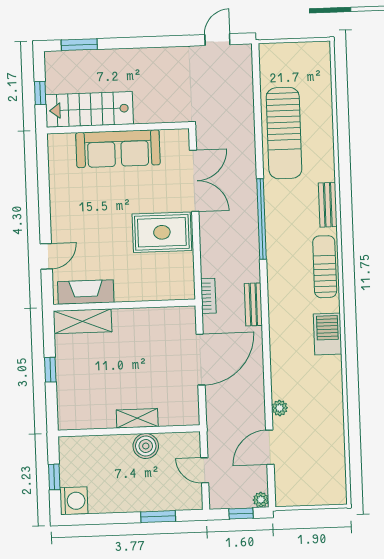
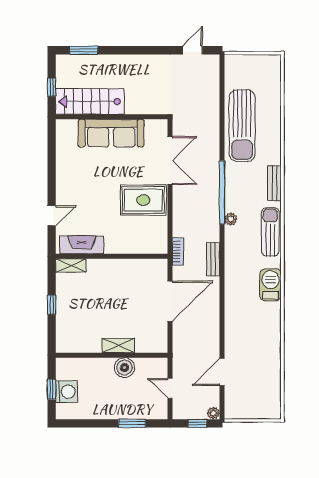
shelving: (83, 321) -> (71, 265), width x0.67, depth x0.75
plant: (280, 408) -> (231, 219), moved
washing machine: (74, 501) -> (66, 392), moved

